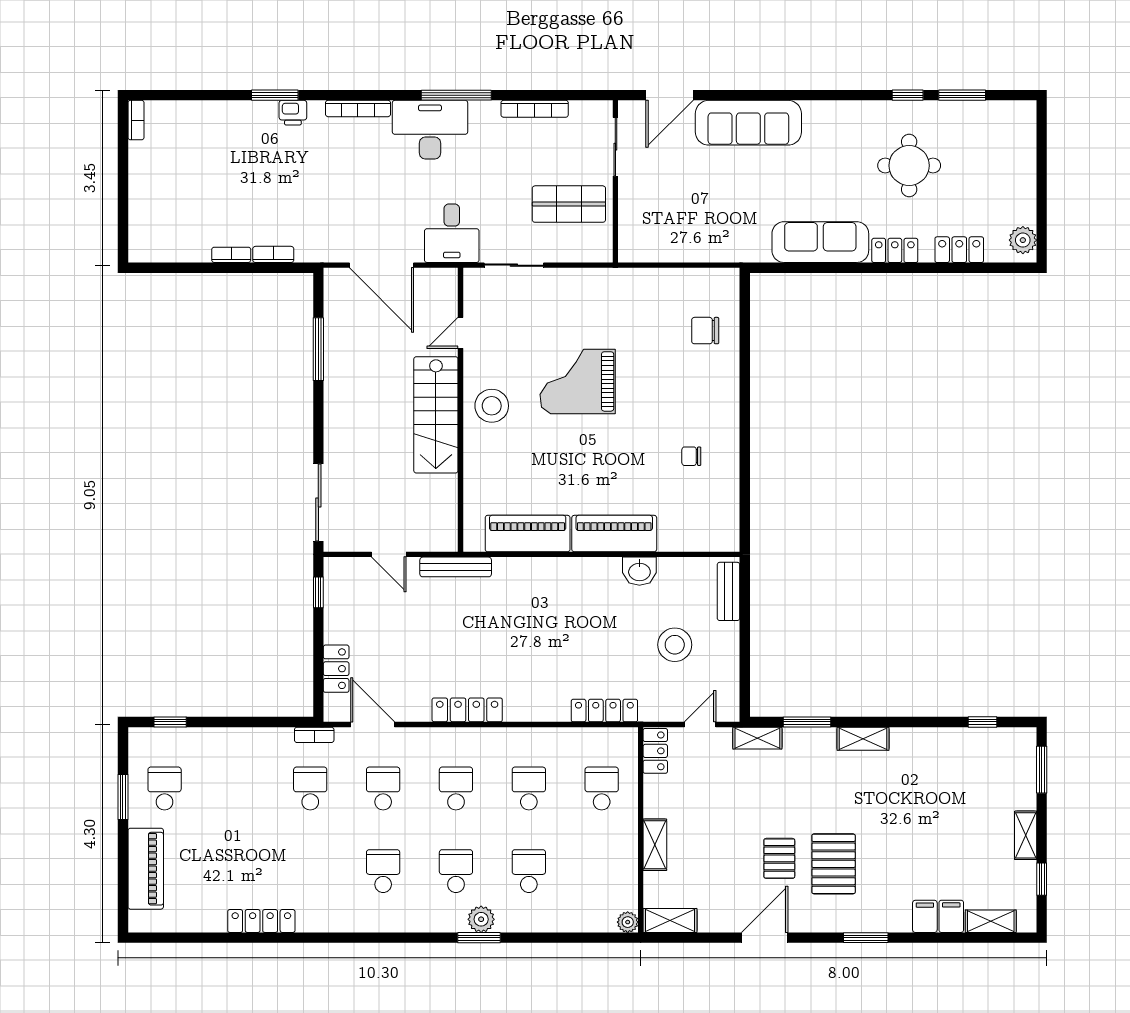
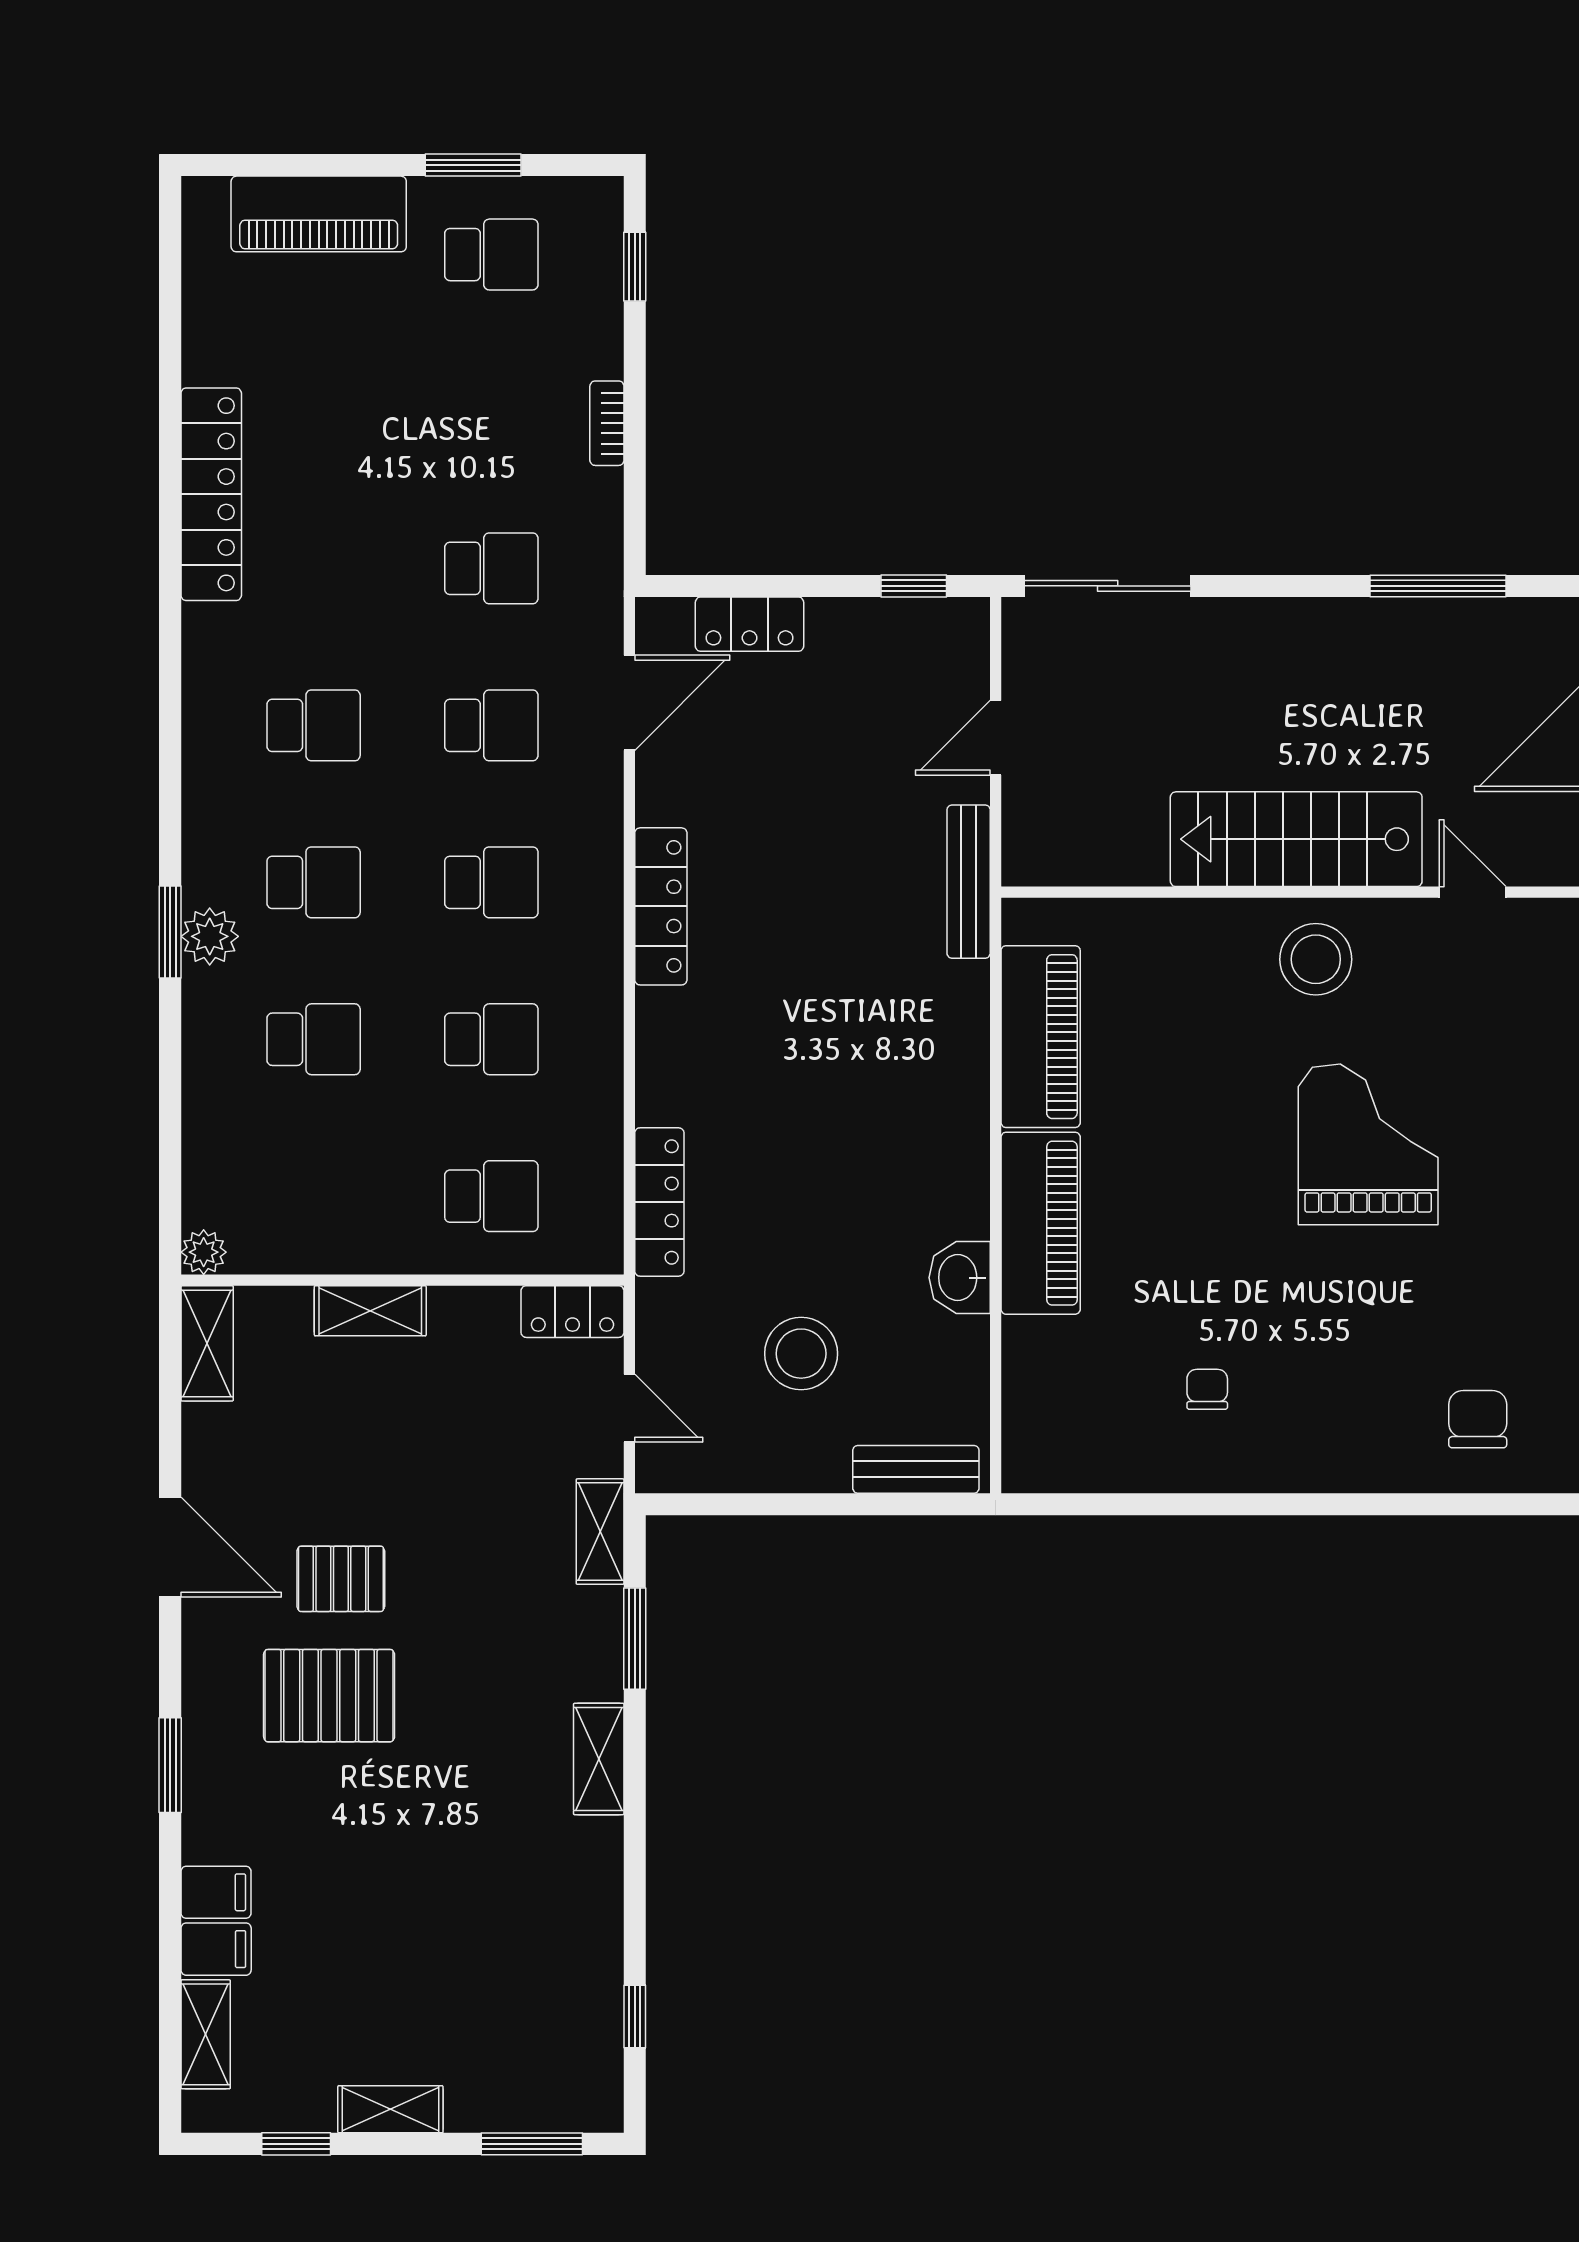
bookcase: (314, 735) -> (607, 423), moved
locker: (261, 921) -> (211, 494), width x1.41, depth x1.21

